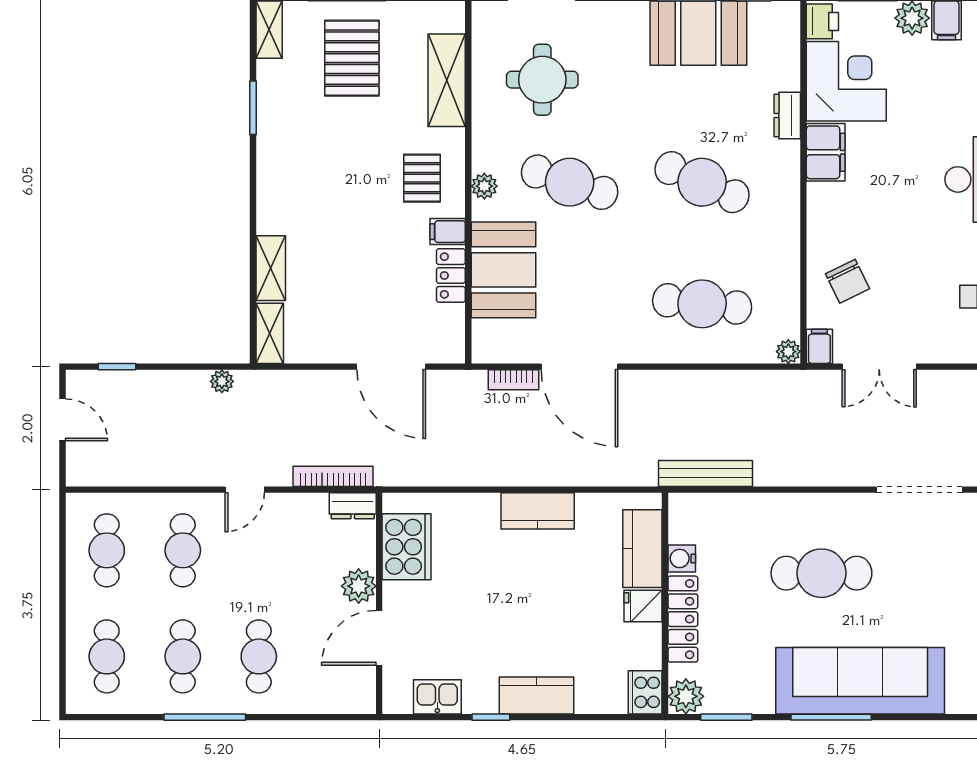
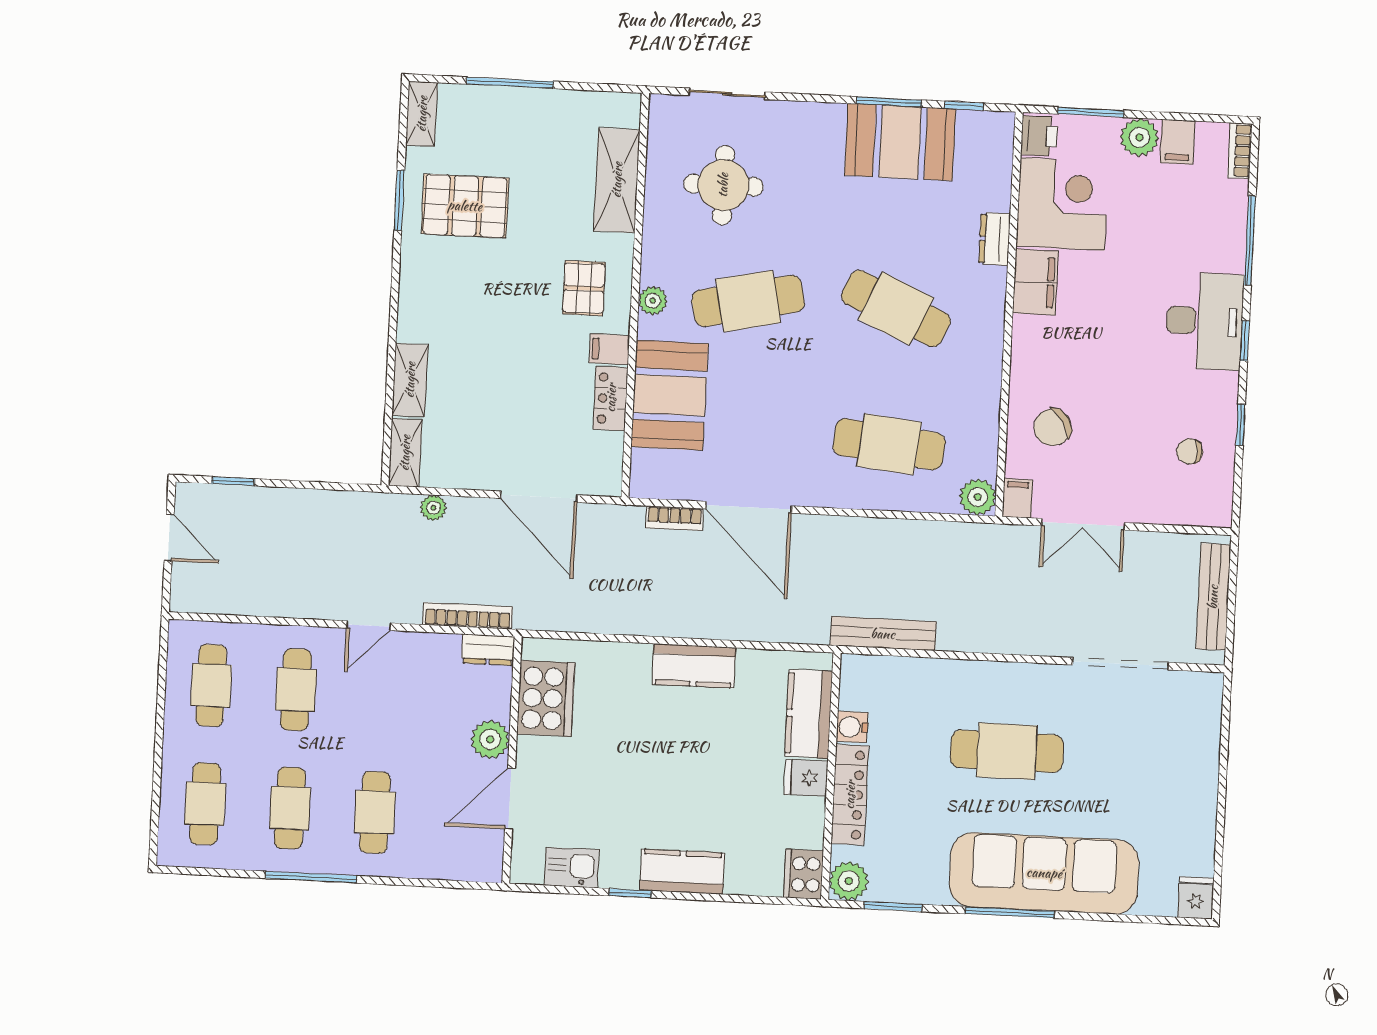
pallet: (352, 58) -> (465, 206), moved, turned 90
cafe table: (570, 182) -> (748, 301), turned -30
chair: (848, 281) -> (1053, 427), turned 84
plant: (788, 352) -> (978, 497), width x1.38, depth x1.38
plant: (222, 381) -> (433, 508), moved

